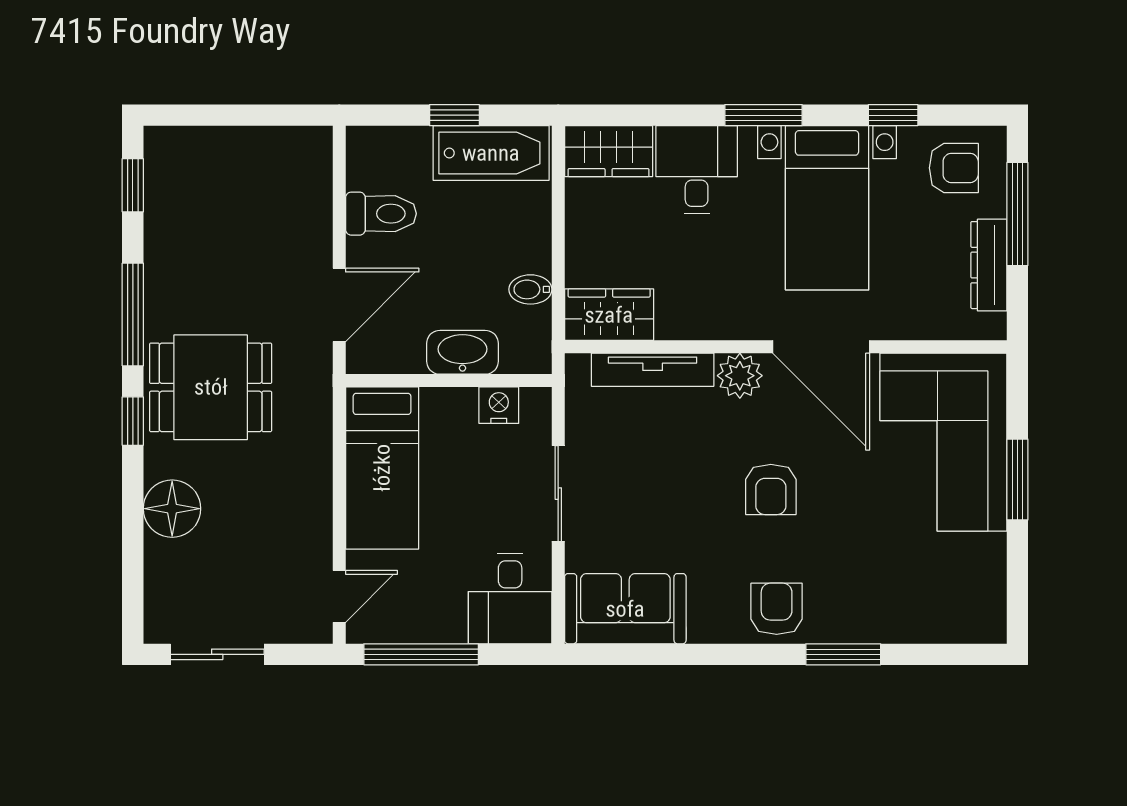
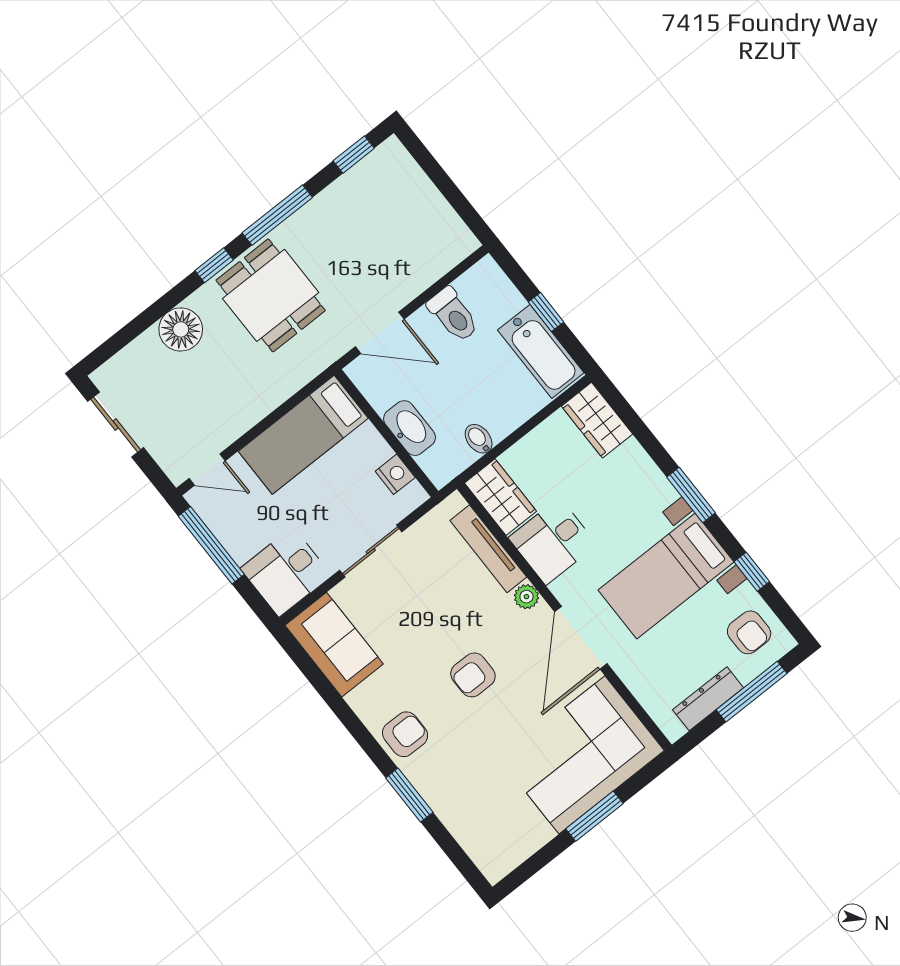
desk: (697, 170) -> (553, 541), moved, turned 180
plant: (740, 376) -> (526, 597), width x0.73, depth x0.73

